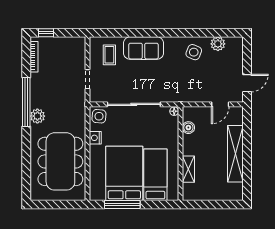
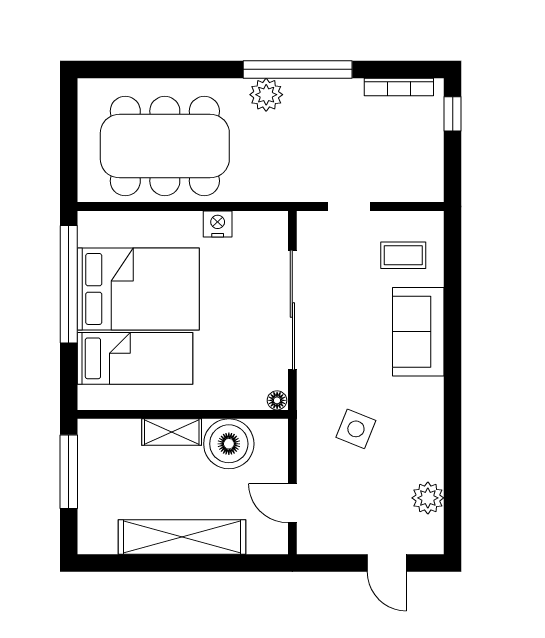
side table: (194, 52) -> (356, 429), moved
door: (247, 83) -> (387, 563), moved
side table: (99, 116) -> (266, 232), removed
boiler: (188, 128) -> (229, 444), width x1.86, depth x1.86
shelving: (188, 169) -> (172, 432), moved
window: (122, 204) -> (69, 284), width x1.46
window: (206, 204) -> (69, 472), added

